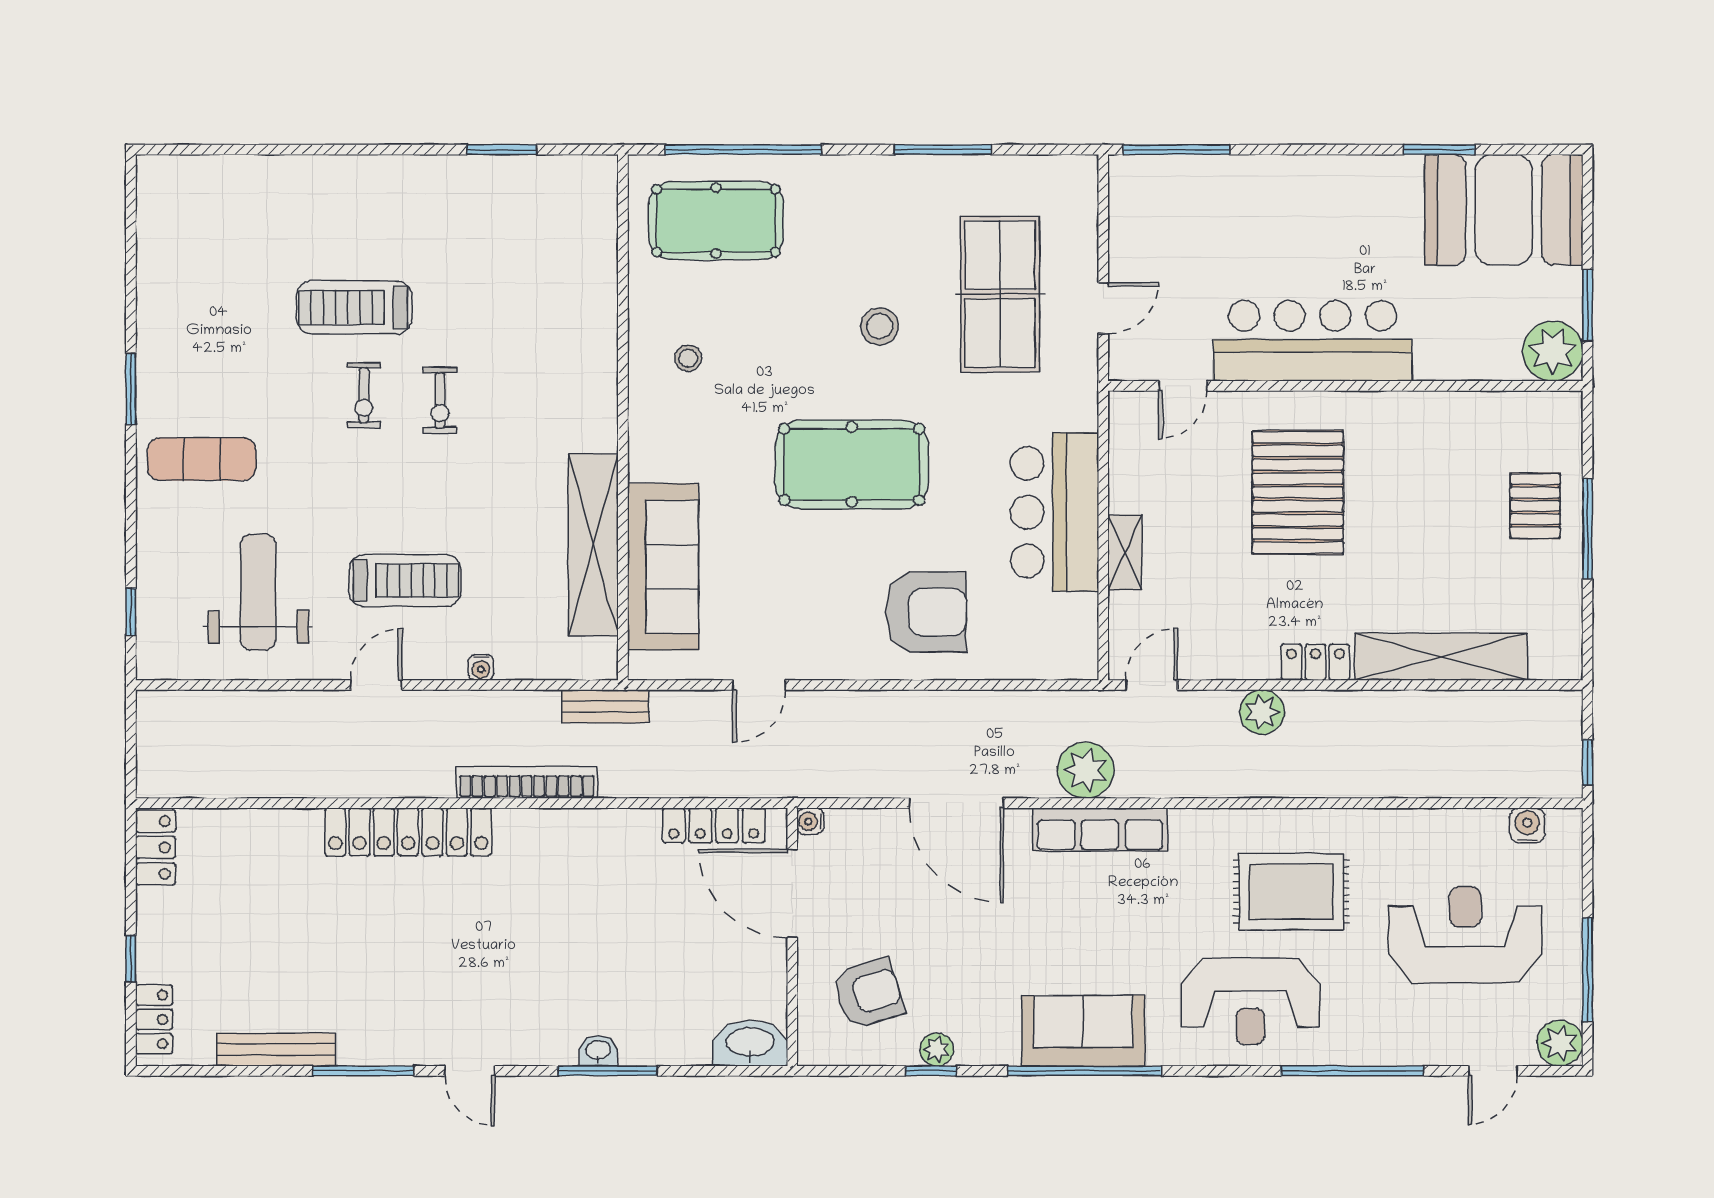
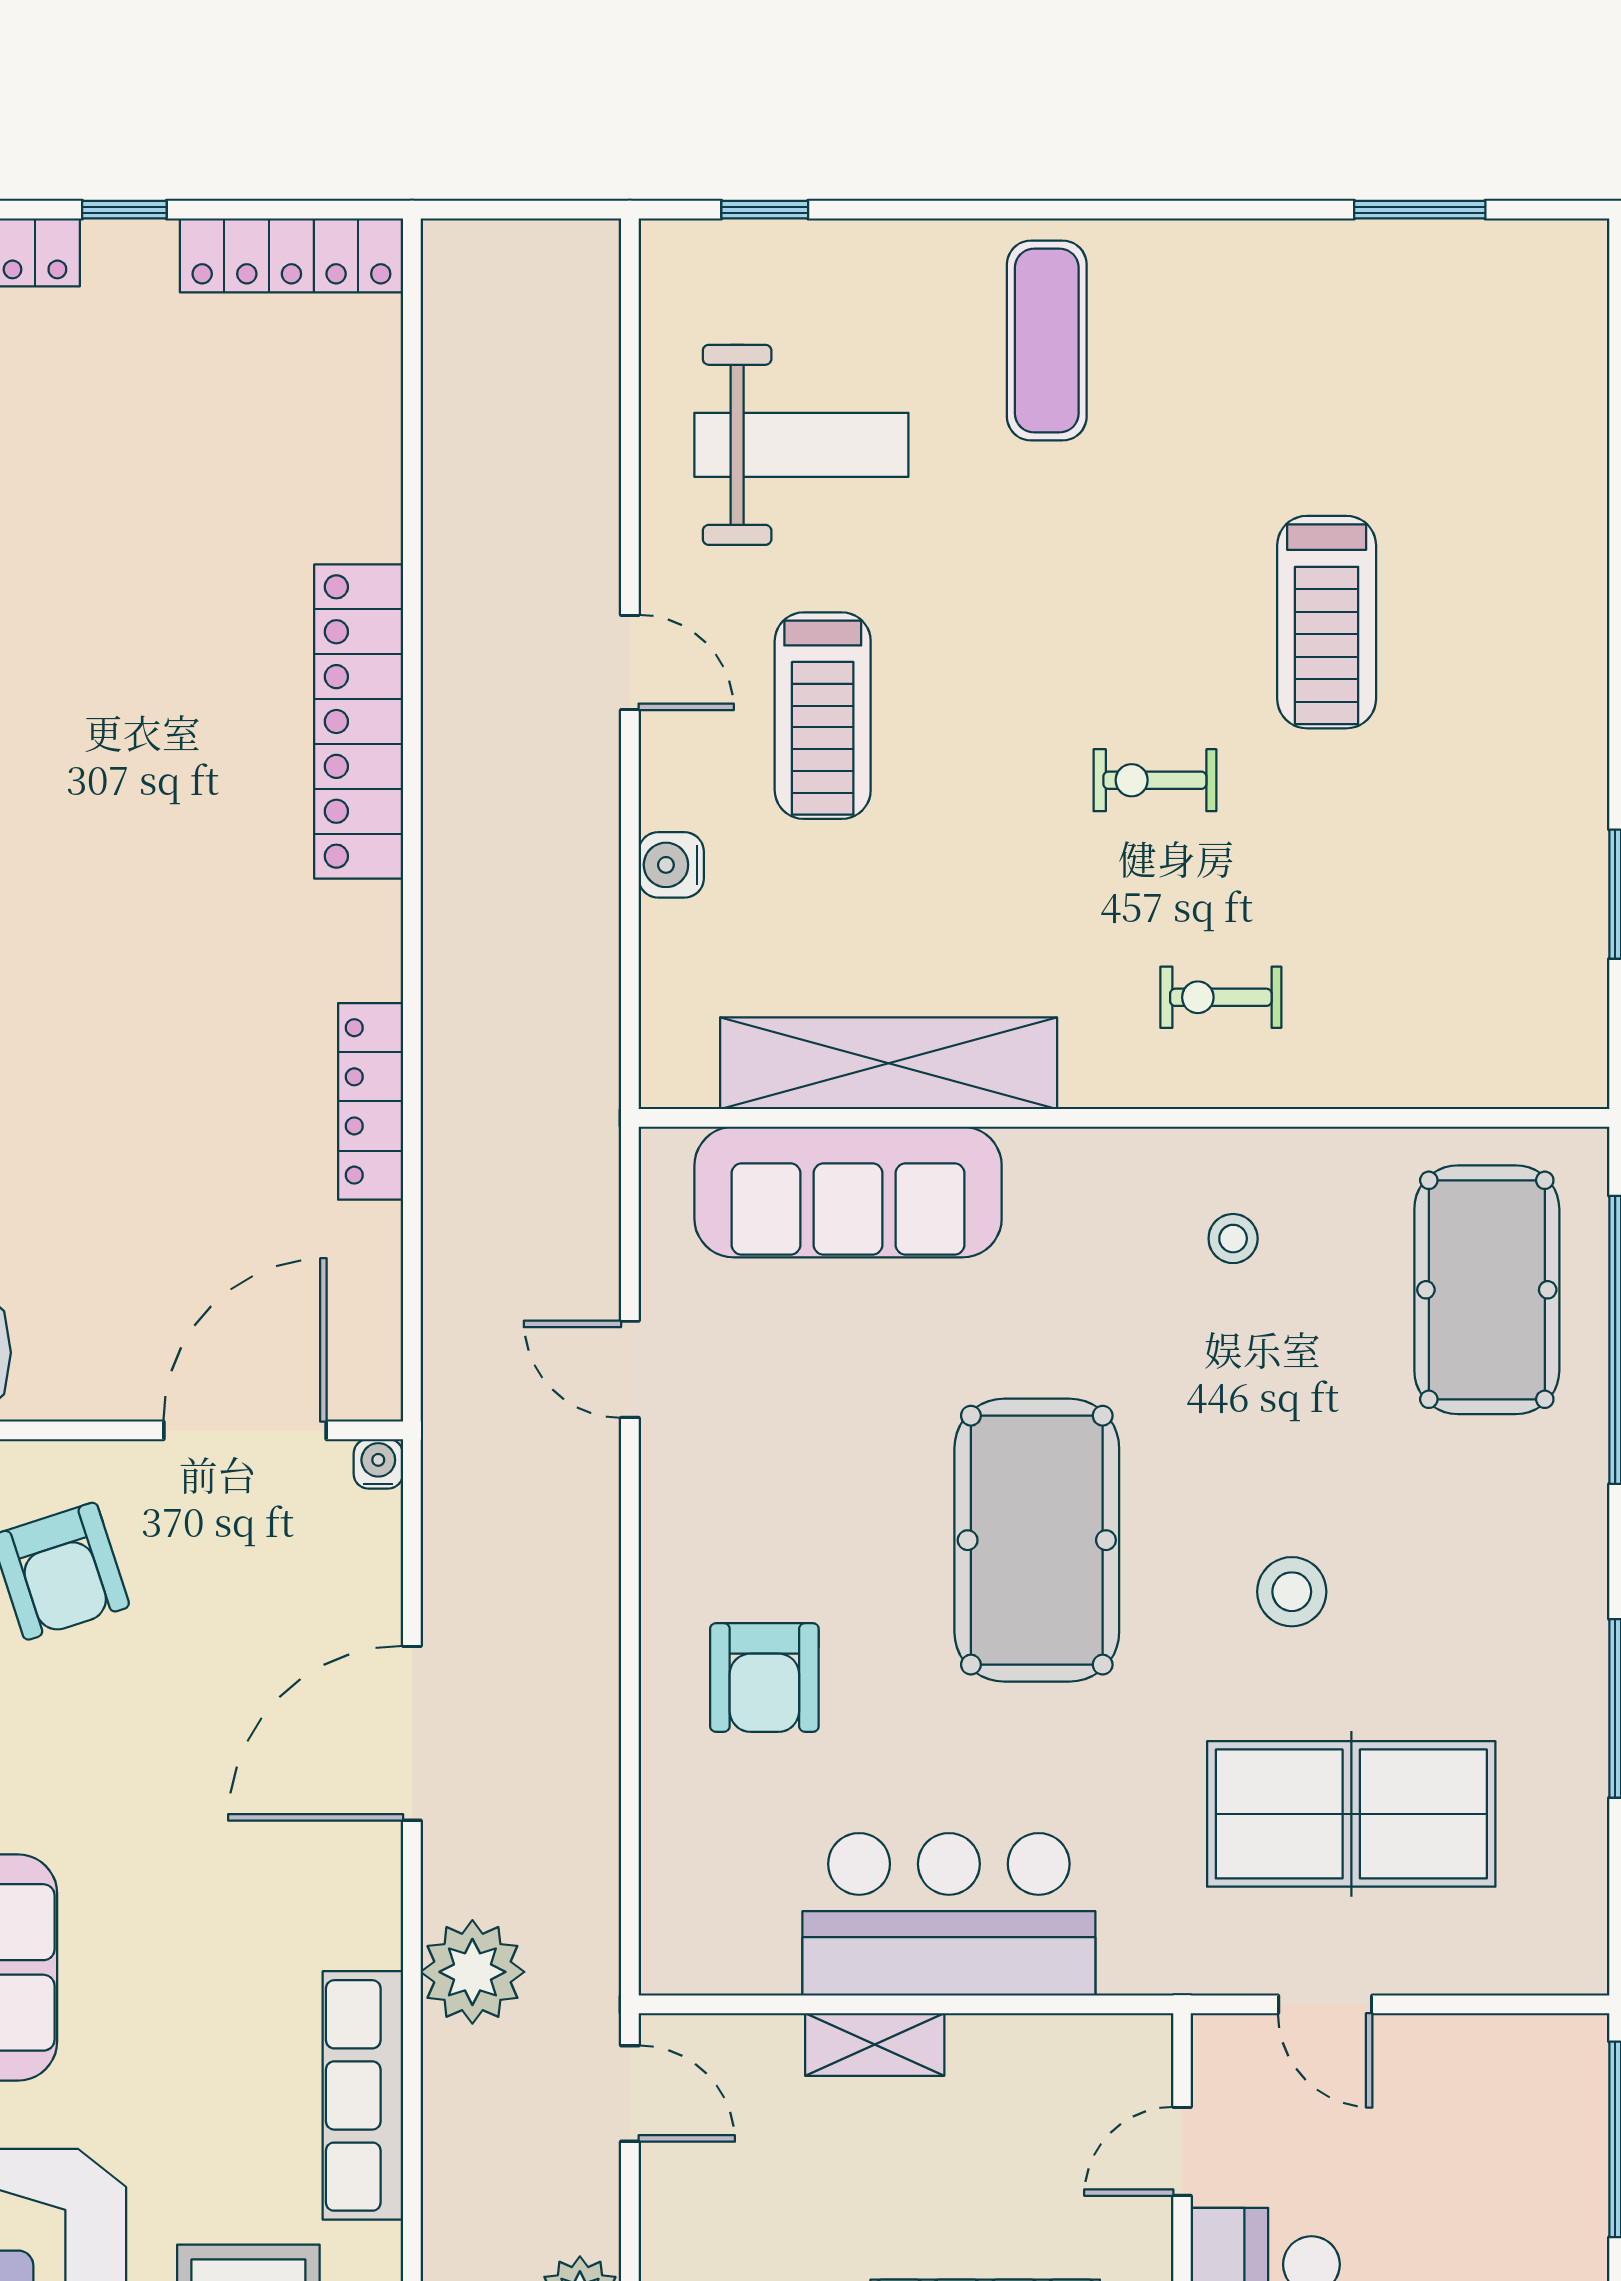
treadmill: (354, 307) -> (1327, 622), turned 180
door: (1183, 386) -> (1182, 2151), hinge flipped
window: (131, 389) -> (1420, 210), moved
exercise bike: (364, 395) -> (1221, 997), moved
armchair: (926, 612) -> (764, 1677), width x0.73, depth x0.73
water cooler: (481, 667) -> (671, 865), width x1.38, depth x1.38
bench: (605, 706) -> (590, 1085), removed
bookcase: (527, 782) -> (450, 940), removed
locker: (714, 825) -> (371, 1101), moved
row of seats: (1100, 830) -> (363, 2095), moved
locker: (156, 847) -> (291, 255), width x1.53

